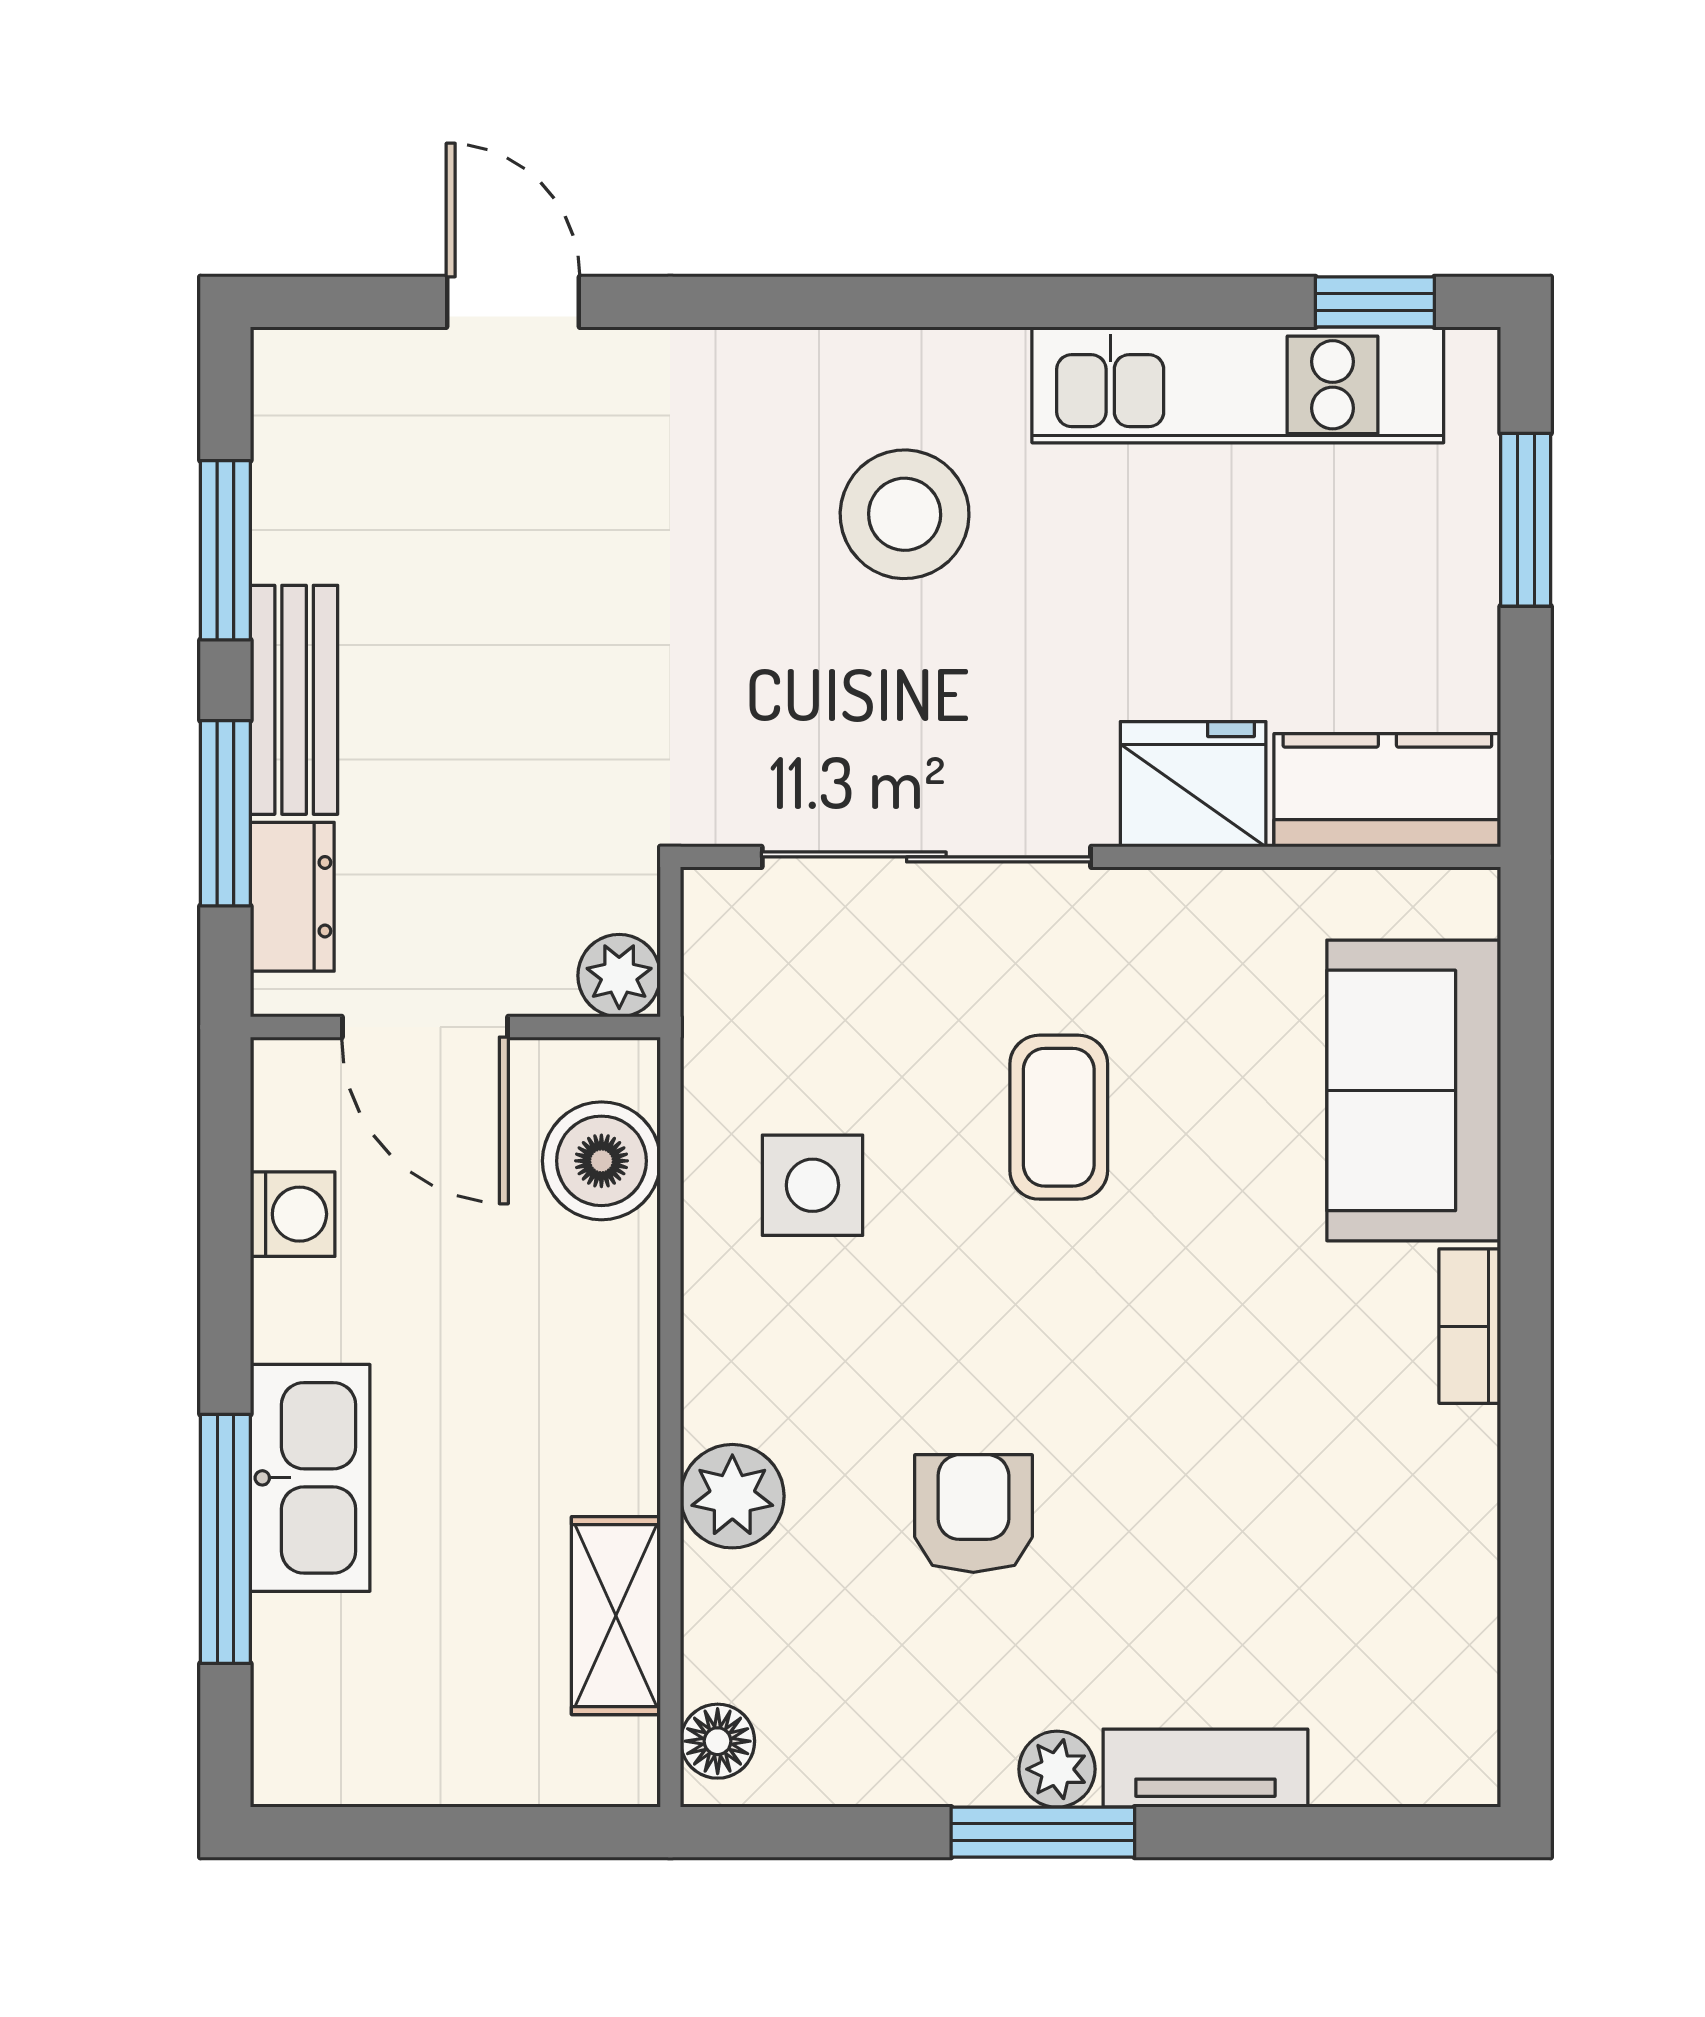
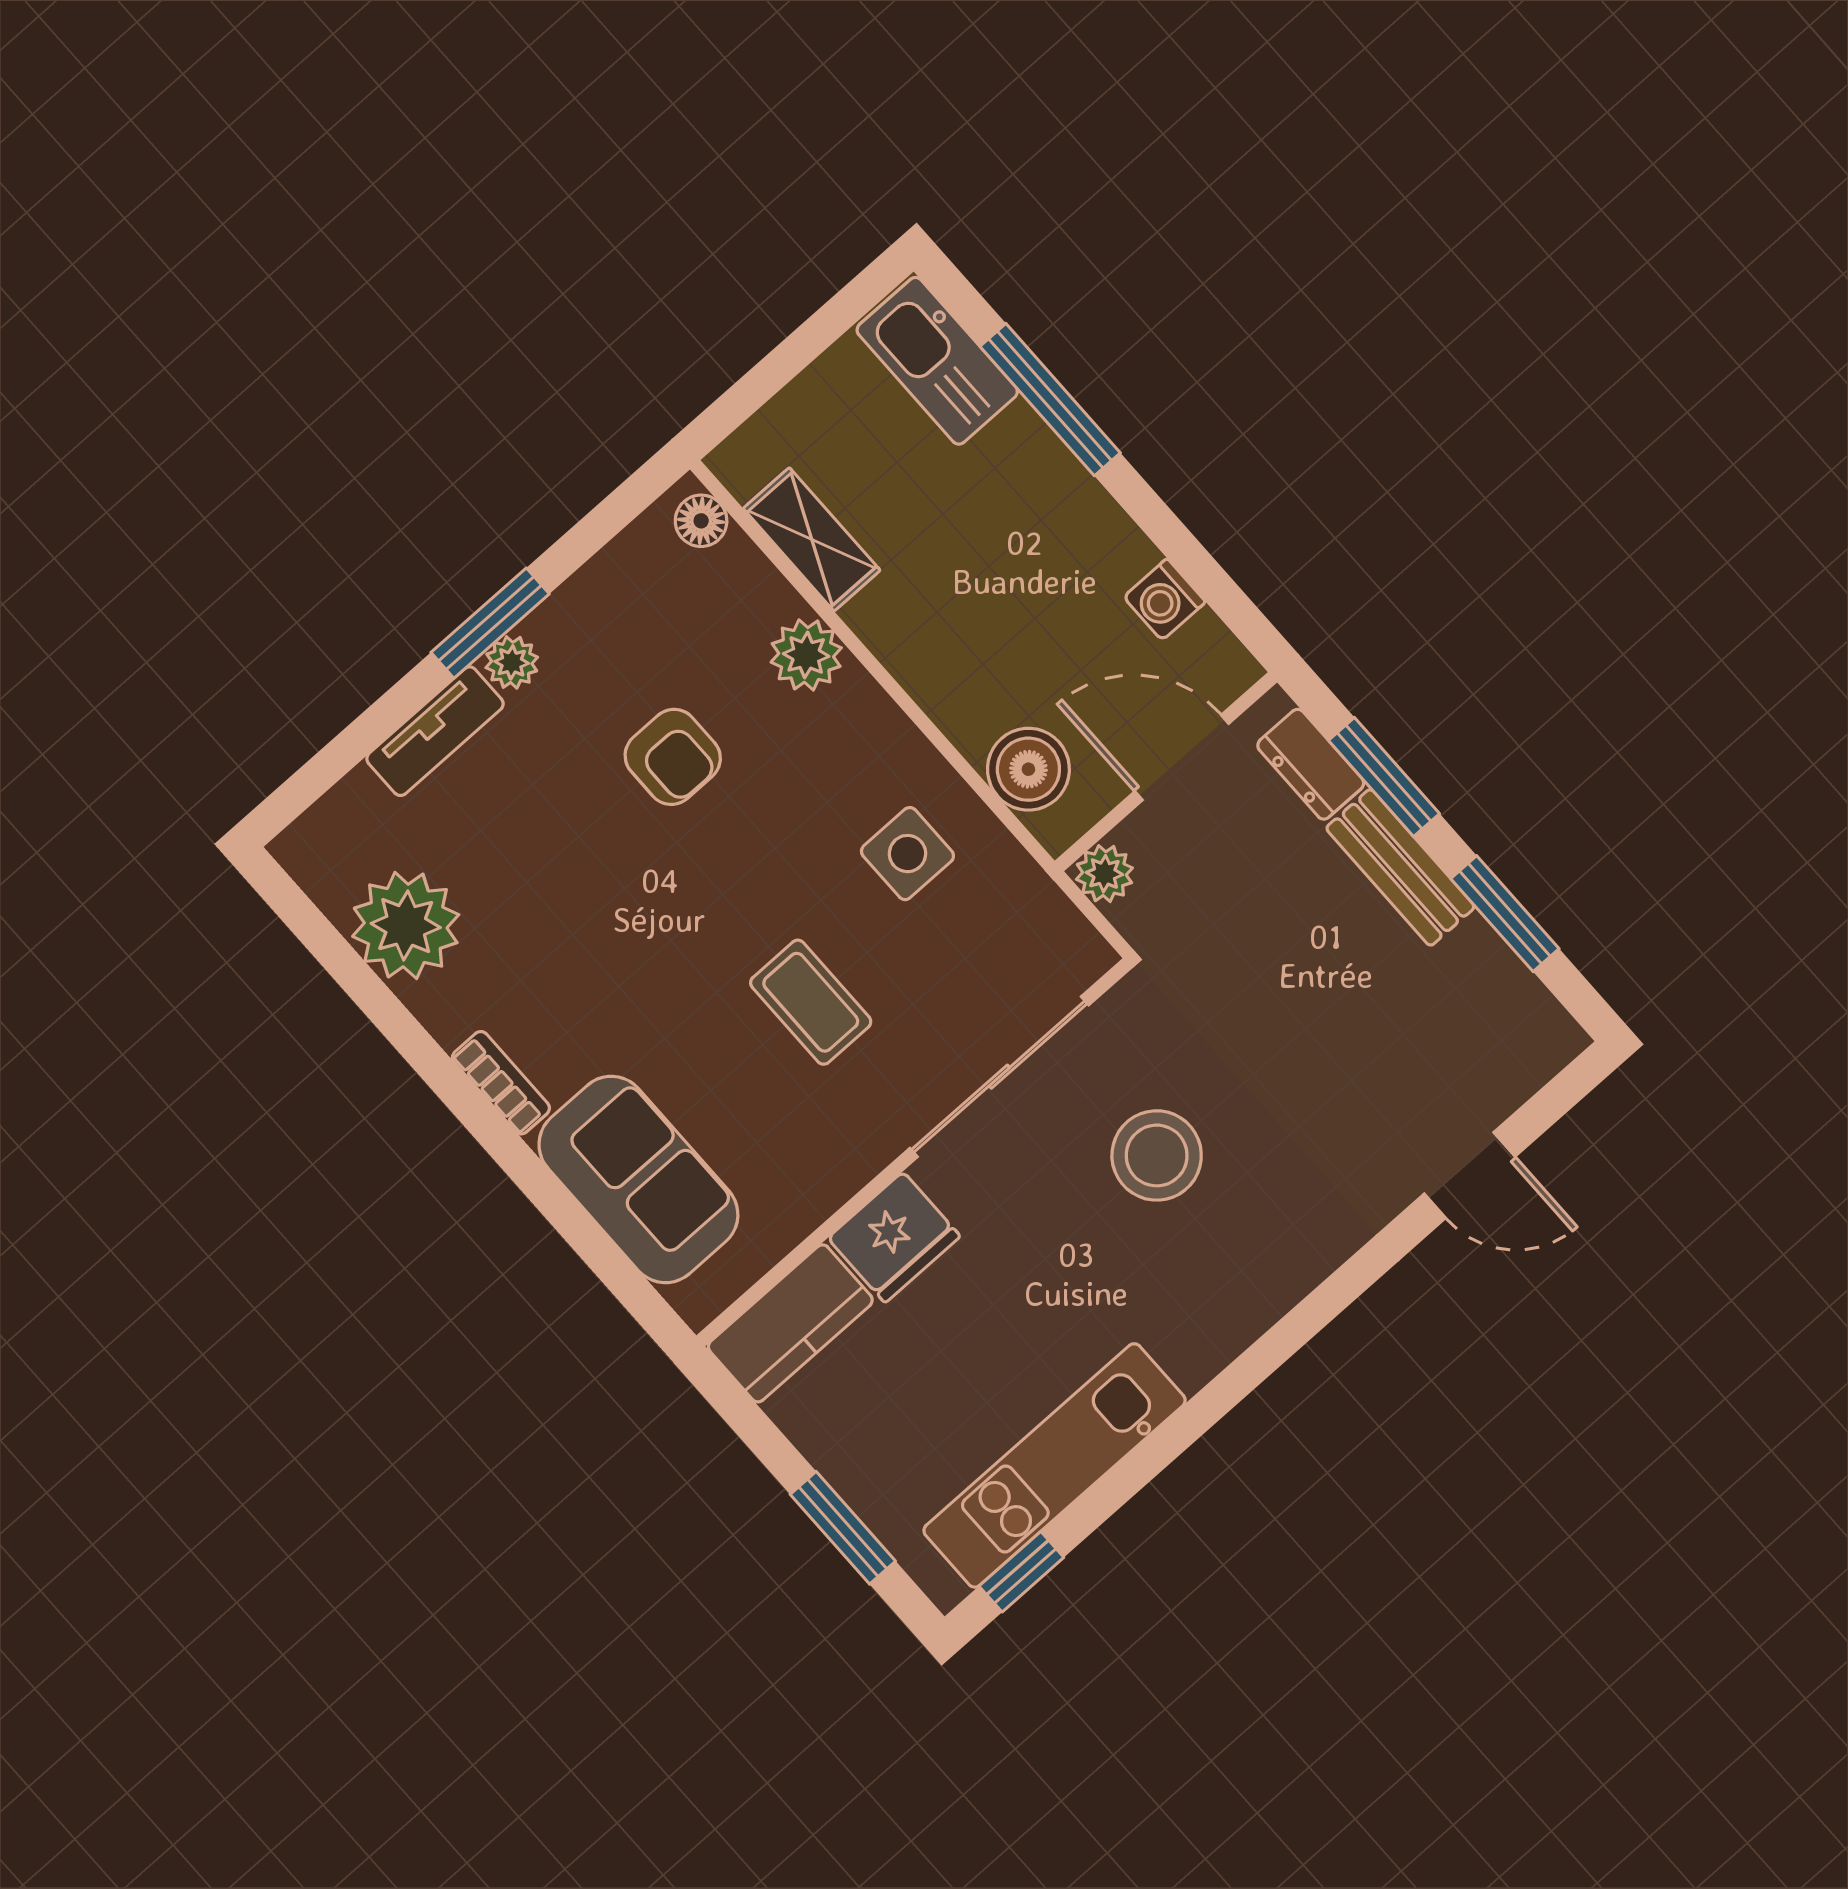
stool: (905, 514) -> (1157, 1155), moved
kitchen sink: (310, 1478) -> (937, 361), moved
plant: (1422, 1587) -> (406, 925), added

